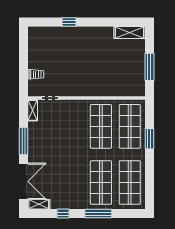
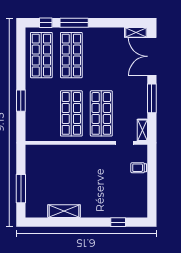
window: (69, 22) -> (118, 222), moved
shelving: (129, 33) -> (64, 211), moved
window: (149, 67) -> (21, 189), moved
shop shelf: (130, 126) -> (101, 113), moved
window: (63, 214) -> (46, 23), moved

